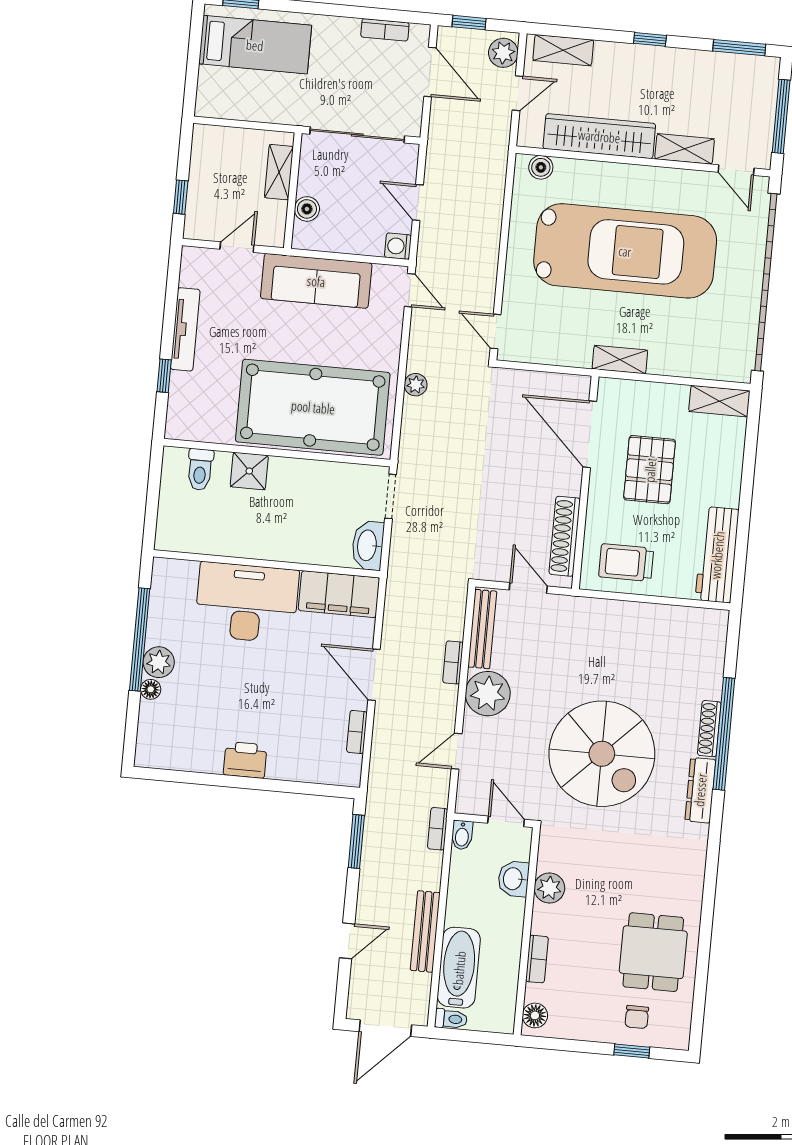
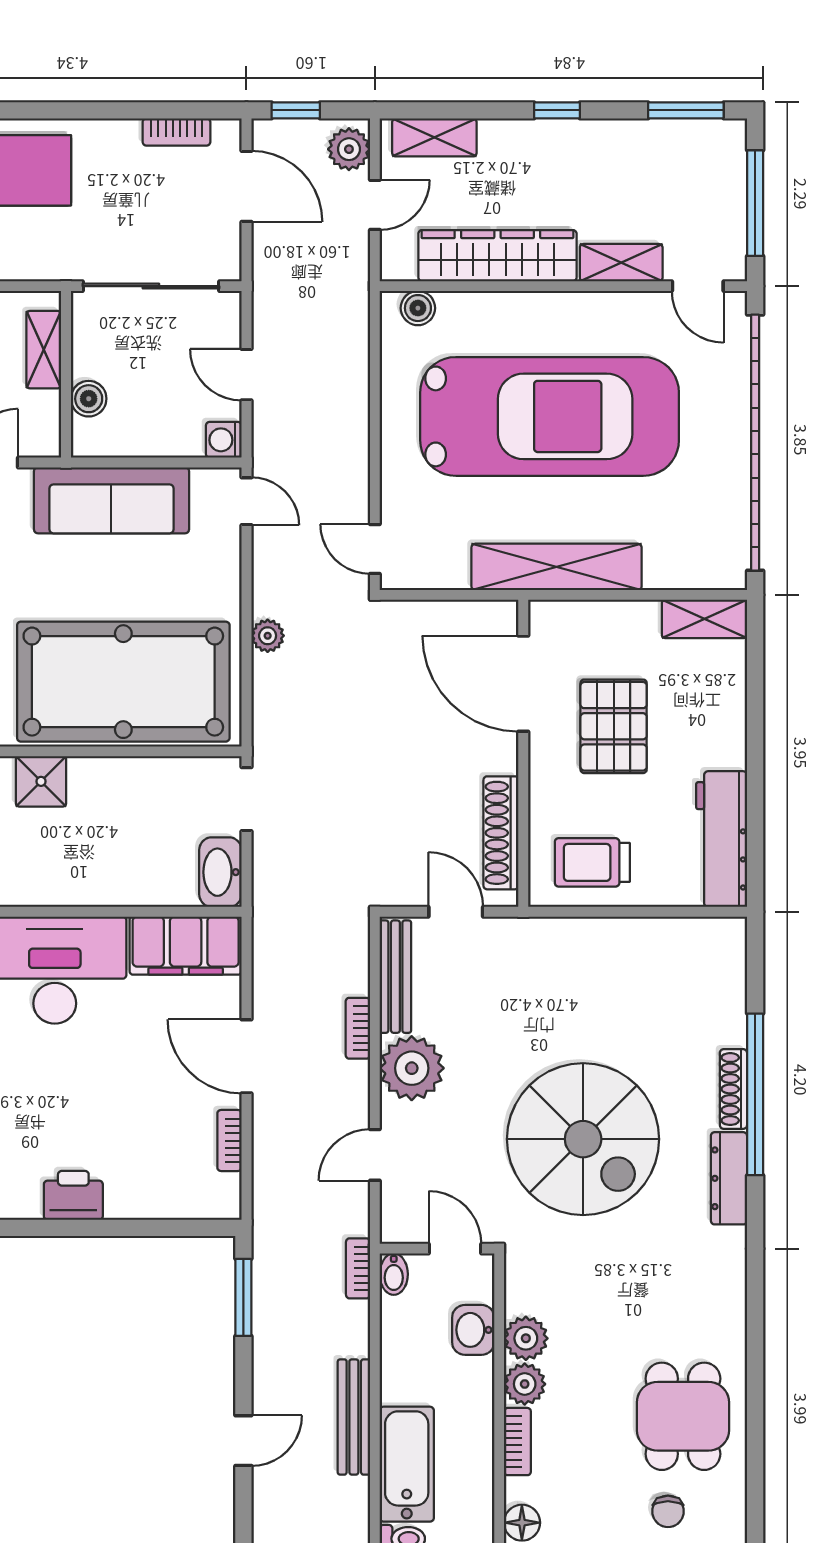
shelving: (620, 360) -> (557, 567), width x2.20, depth x1.33
plant: (546, 920) -> (525, 1384), added

